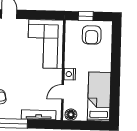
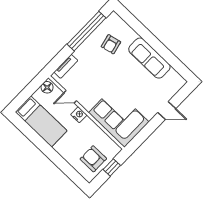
door: (63, 92) -> (70, 97), swing flipped
tv unit: (39, 115) -> (66, 66), width x0.71

